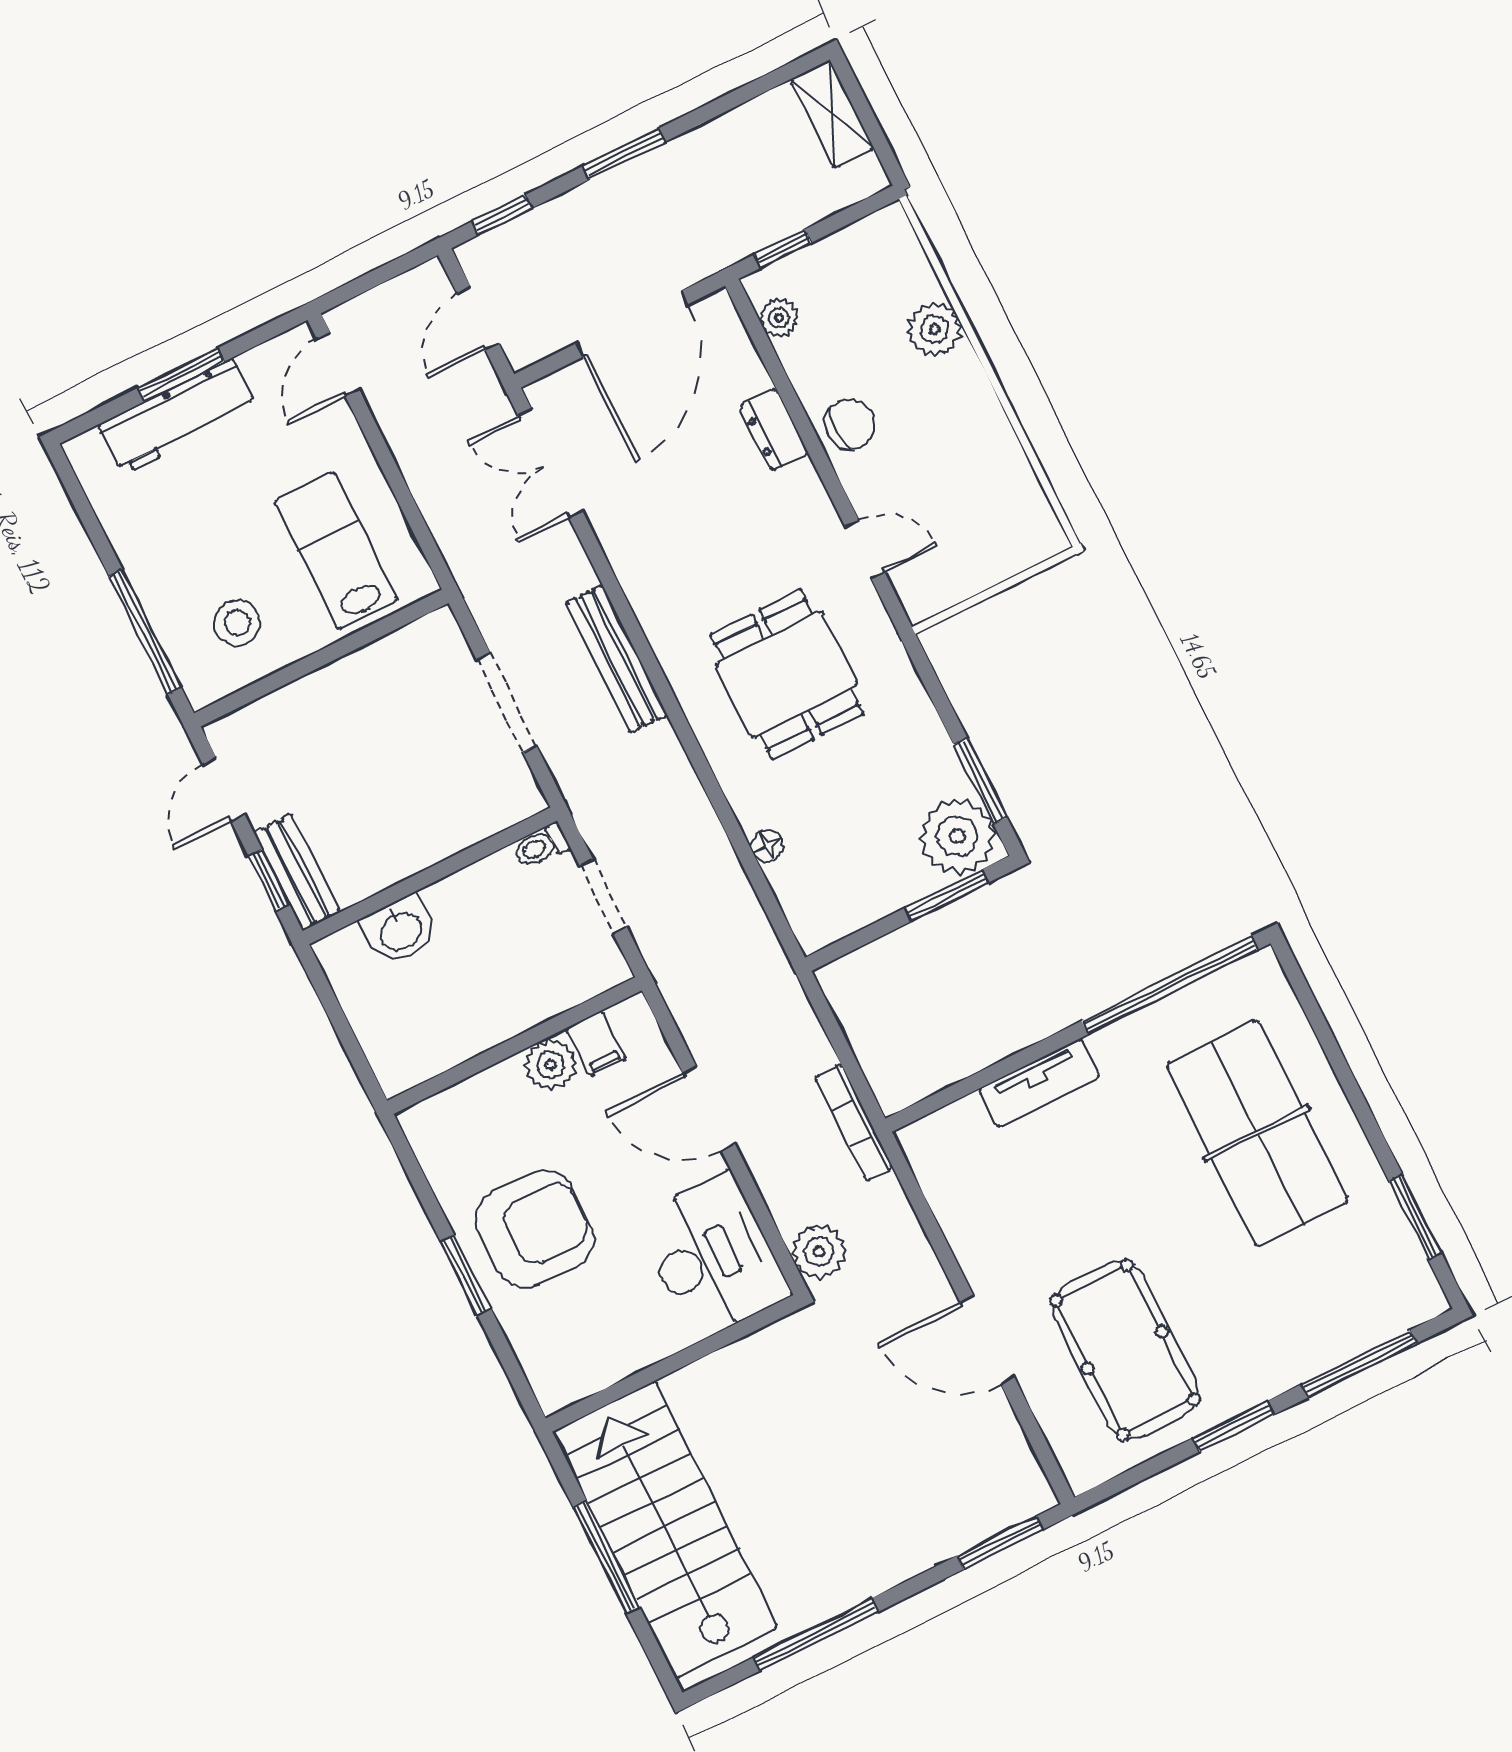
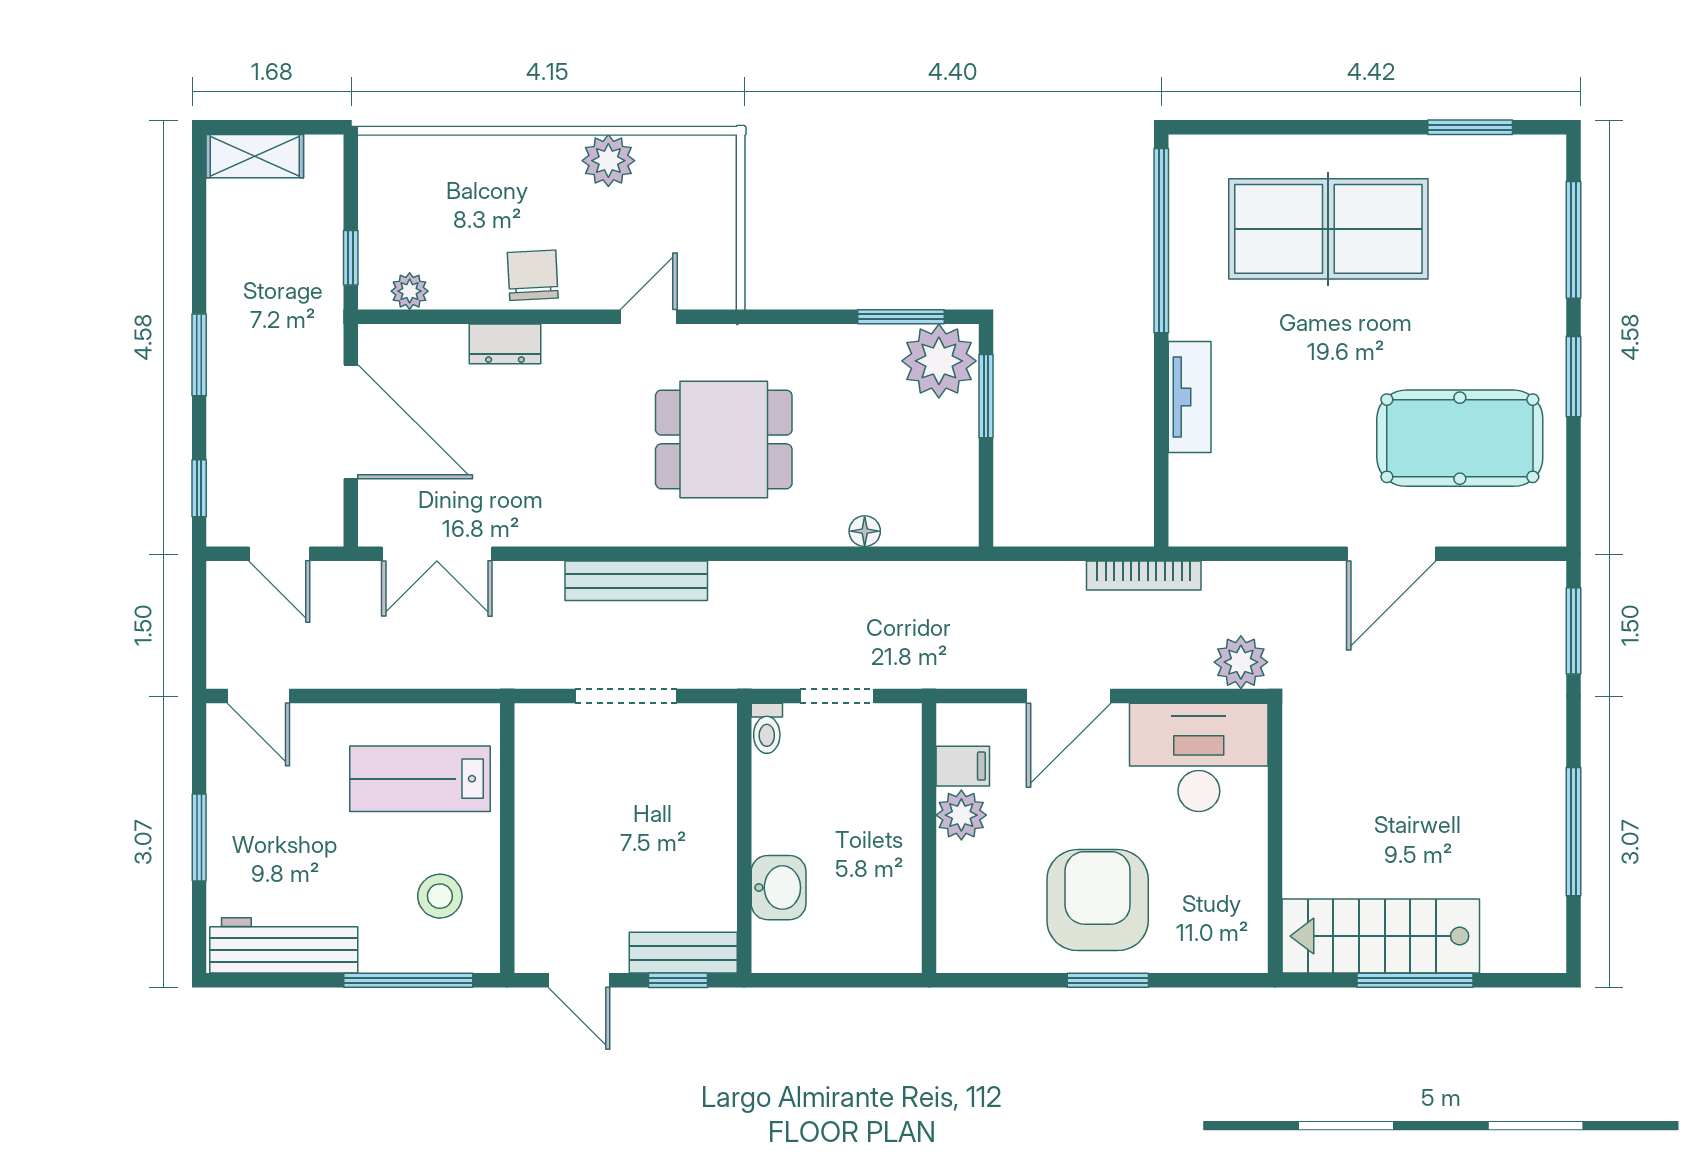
plant: (934, 329) -> (608, 161), moved
workbench: (178, 416) -> (284, 945), moved, turned -90
stairs: (665, 1530) -> (1381, 936), width x0.73, depth x0.66

